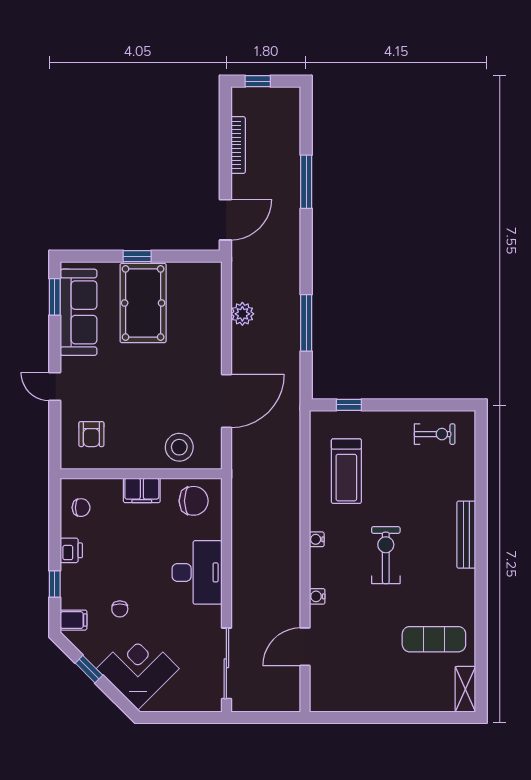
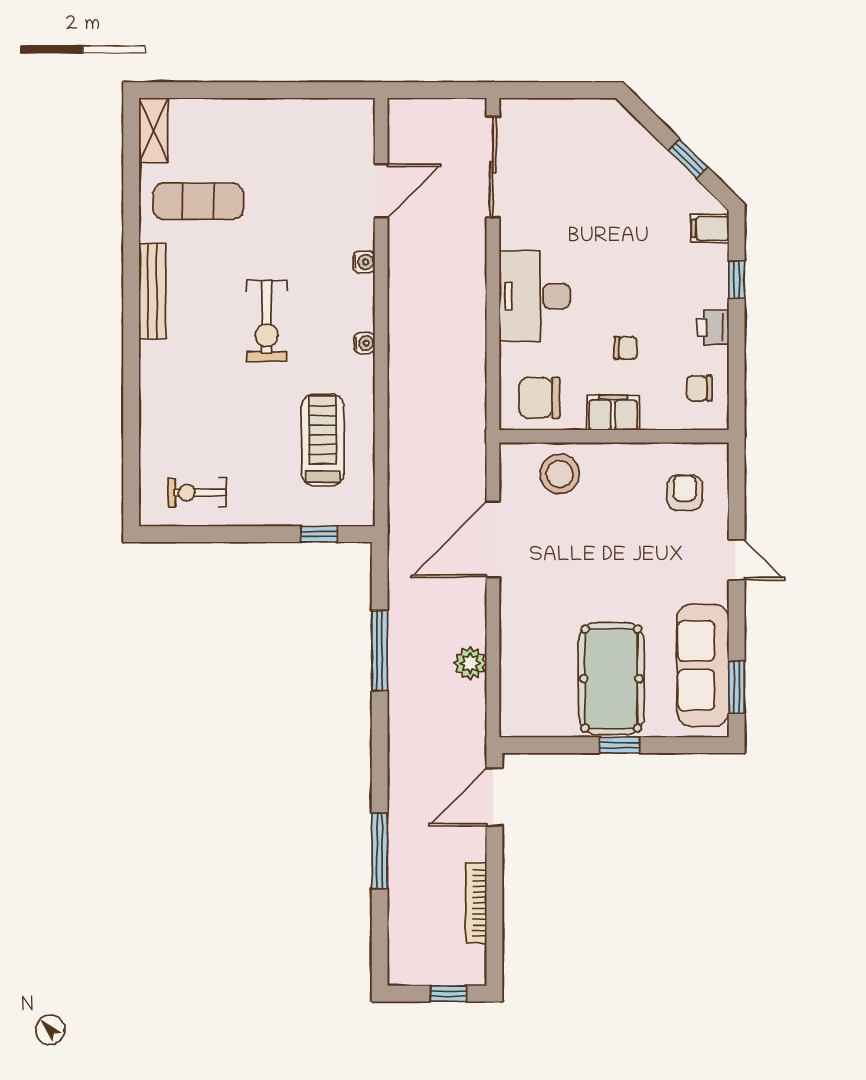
bench: (466, 535) -> (152, 291), moved
chair: (120, 609) -> (626, 348), moved, turned 90
corner desk: (138, 669) -> (619, 160), removed

